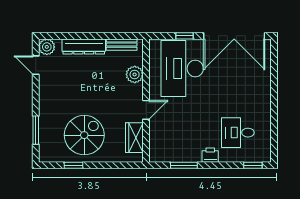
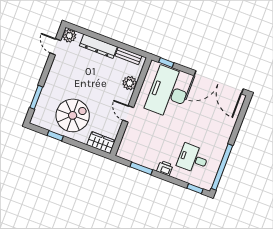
window: (184, 36) -> (166, 63), moved
door: (146, 110) -> (128, 114), swing flipped
window: (274, 130) -> (222, 167), added
wardrobe: (134, 138) -> (101, 143), moved, turned 90

